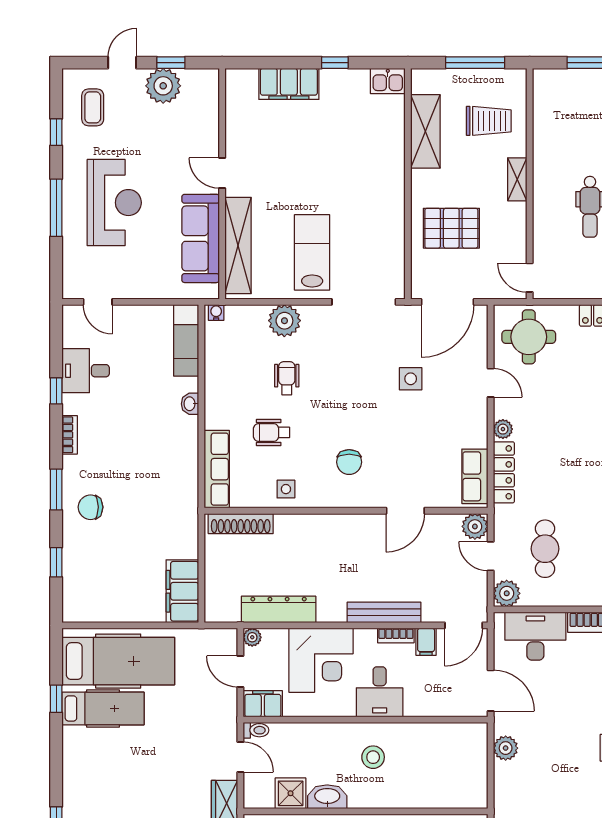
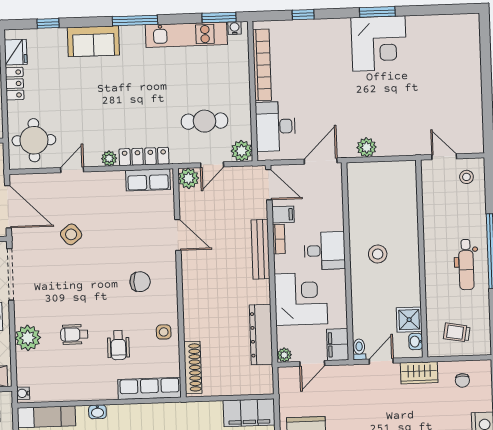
side table: (411, 379) -> (71, 234), turned -38
washbasin: (327, 797) -> (416, 342), moved, width x0.52, depth x0.69

